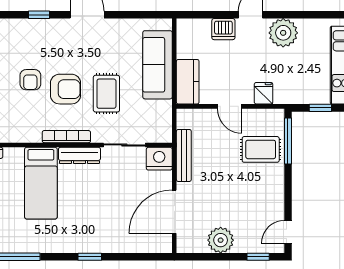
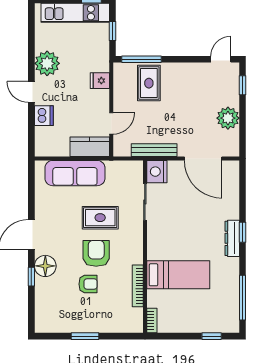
floor lamp: (51, 31) -> (45, 266), added
door: (230, 106) -> (111, 123), moved
bookcase: (66, 137) -> (138, 286), moved
dresser: (79, 155) -> (232, 238), moved, turned 180
door: (288, 232) -> (221, 59), swing flipped

